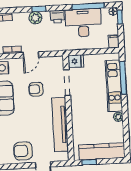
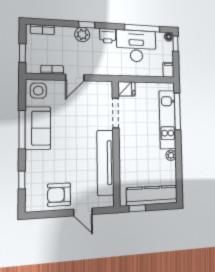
armchair: (36, 89) -> (79, 119), removed

